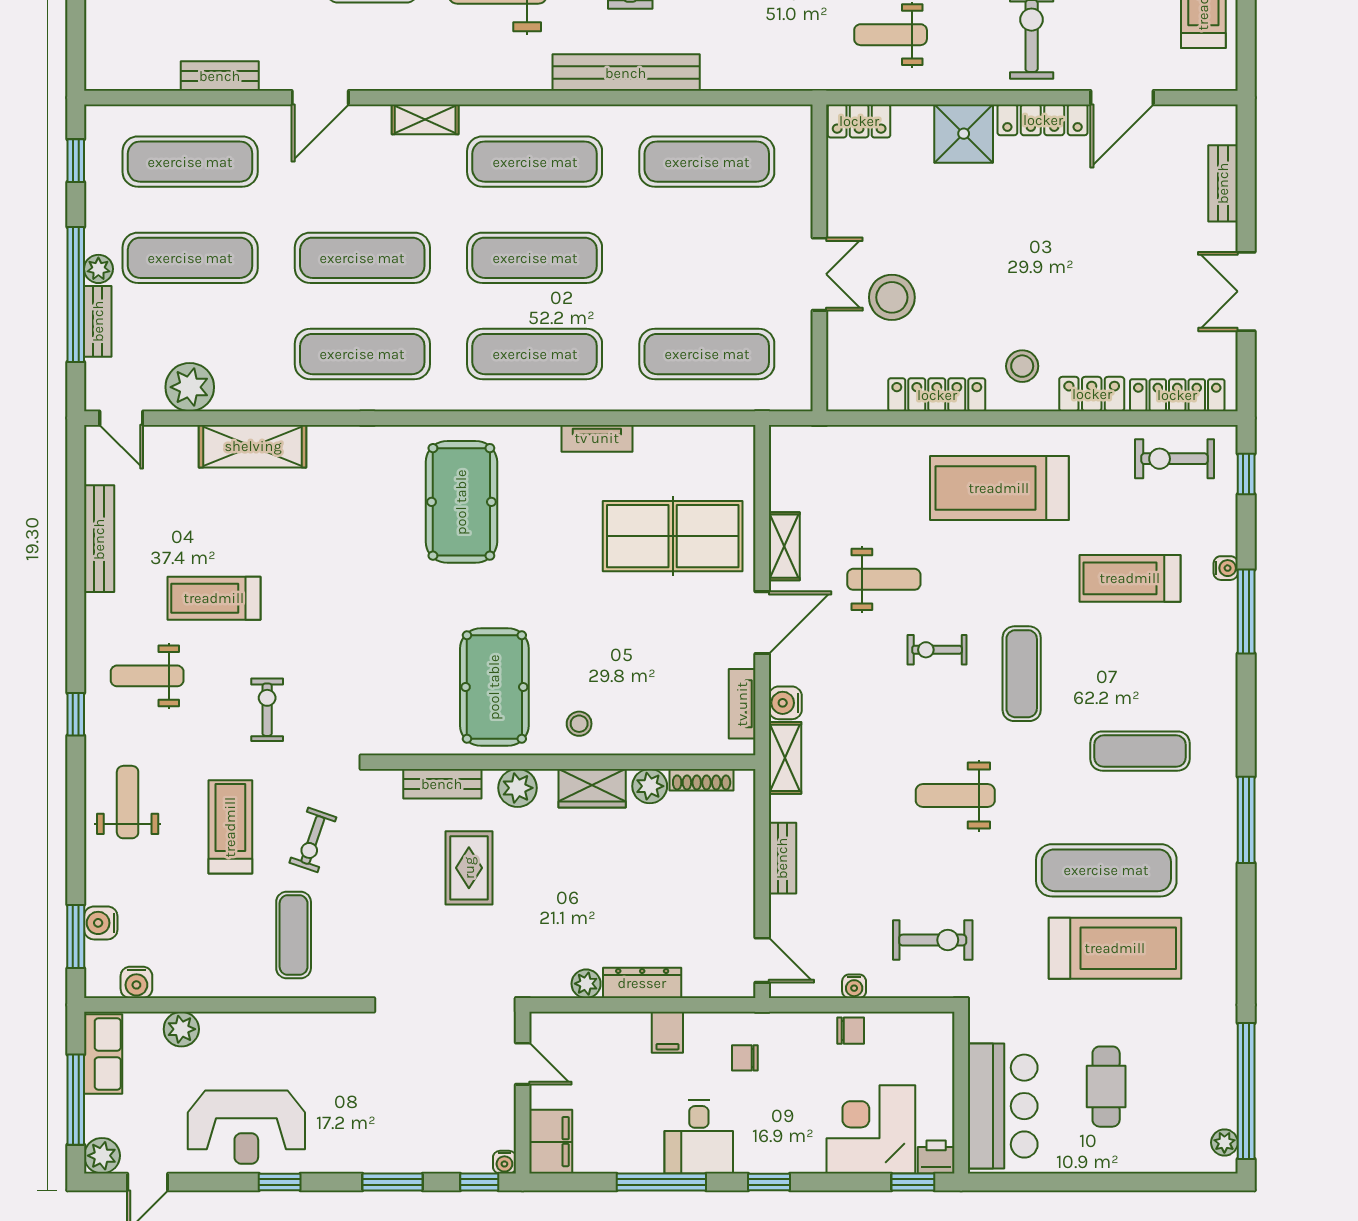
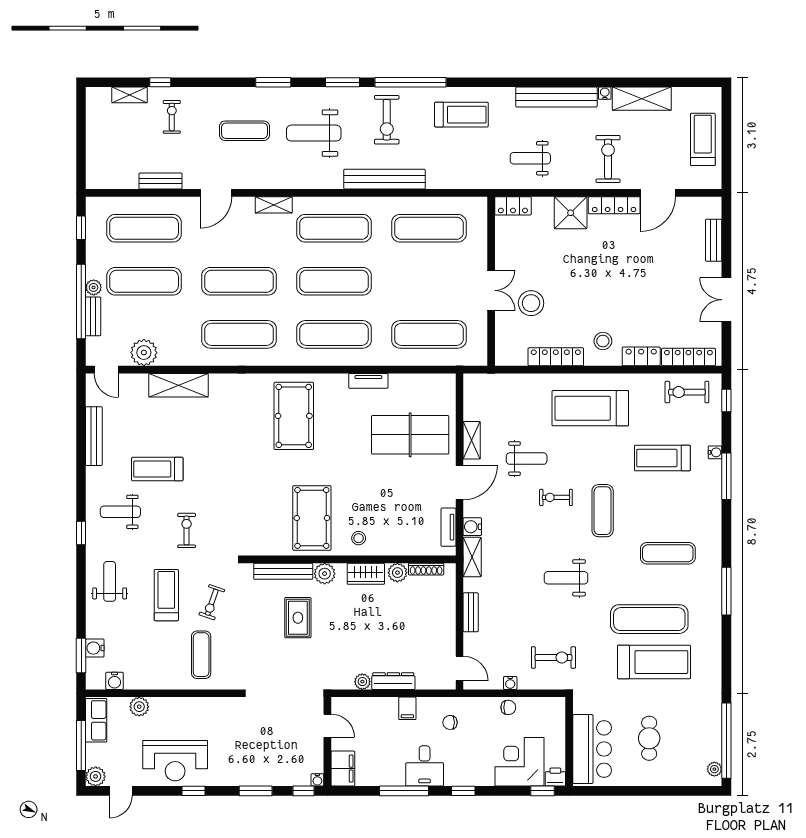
bench: (442, 784) -> (283, 571), width x1.36

